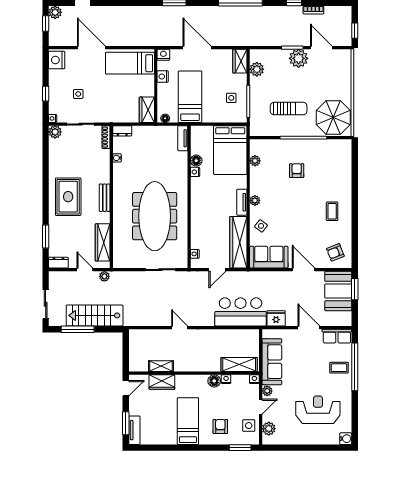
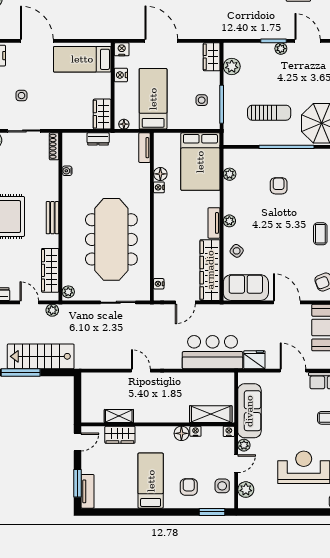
plant: (299, 58) -> (281, 49), width x0.53, depth x0.53
dresser: (122, 131) -> (98, 139), moved
plant: (118, 261) -> (68, 292), added

